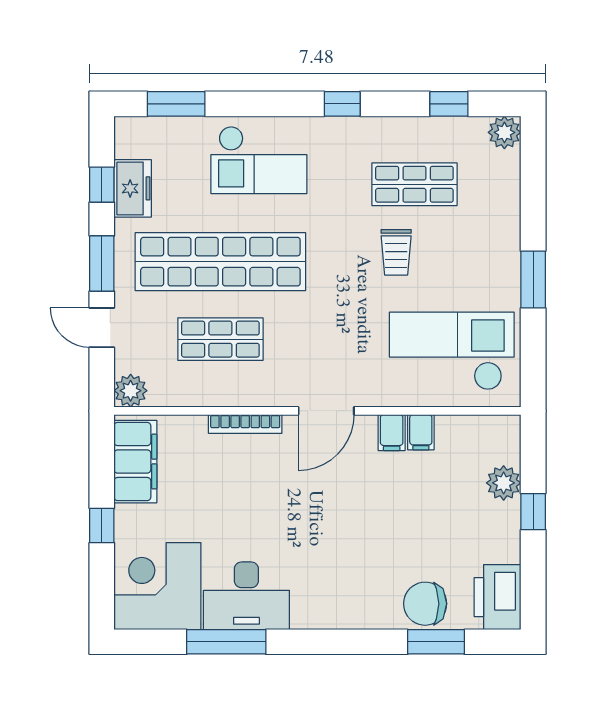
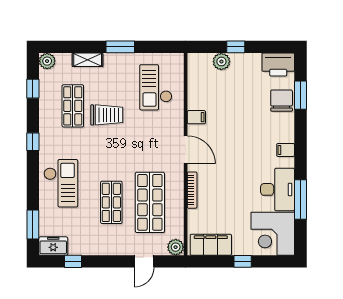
freezer: (133, 188) -> (53, 246), moved
shelving: (507, 214) -> (88, 60), added
trolley: (396, 252) -> (107, 115), width x1.36, depth x1.39
shop shelf: (220, 262) -> (111, 202), width x0.50, depth x0.74
window: (102, 264) -> (112, 261), removed
shop shelf: (220, 339) -> (150, 202), width x1.43, depth x1.36
checkout: (452, 351) -> (156, 87), width x0.73, depth x0.83
filing cabinet: (421, 432) -> (286, 150), moved, turned 180
chair: (425, 604) -> (282, 101), turned 180

